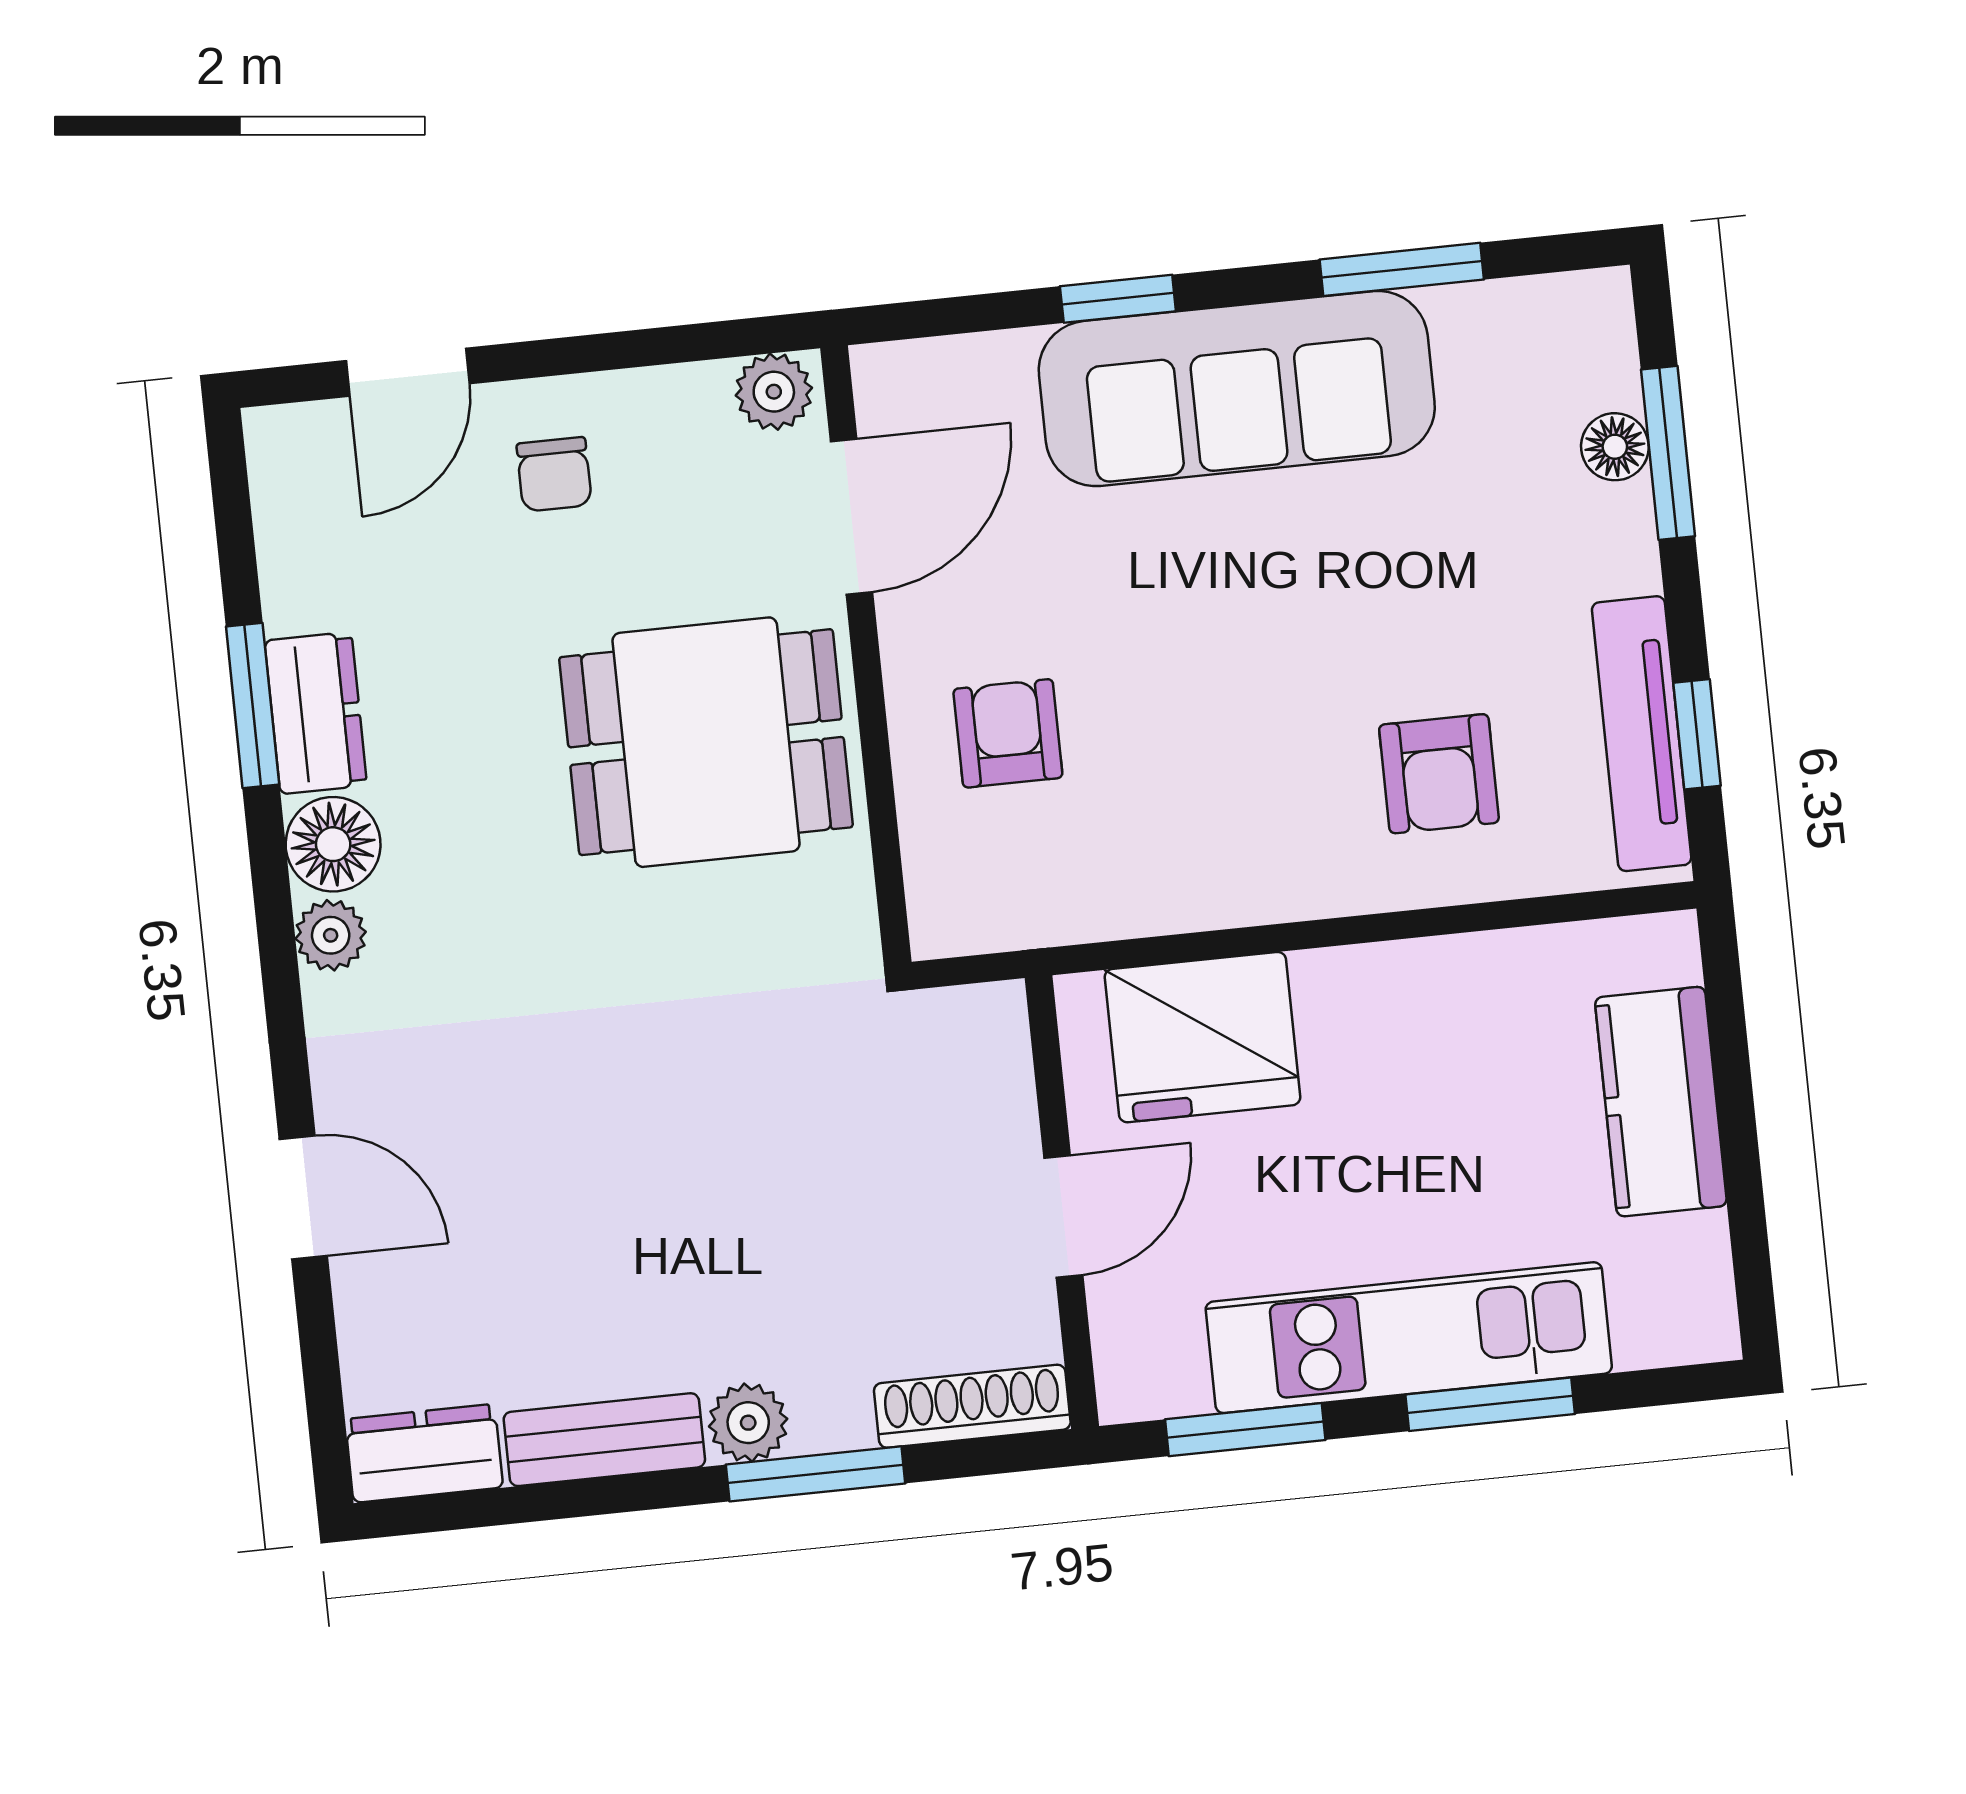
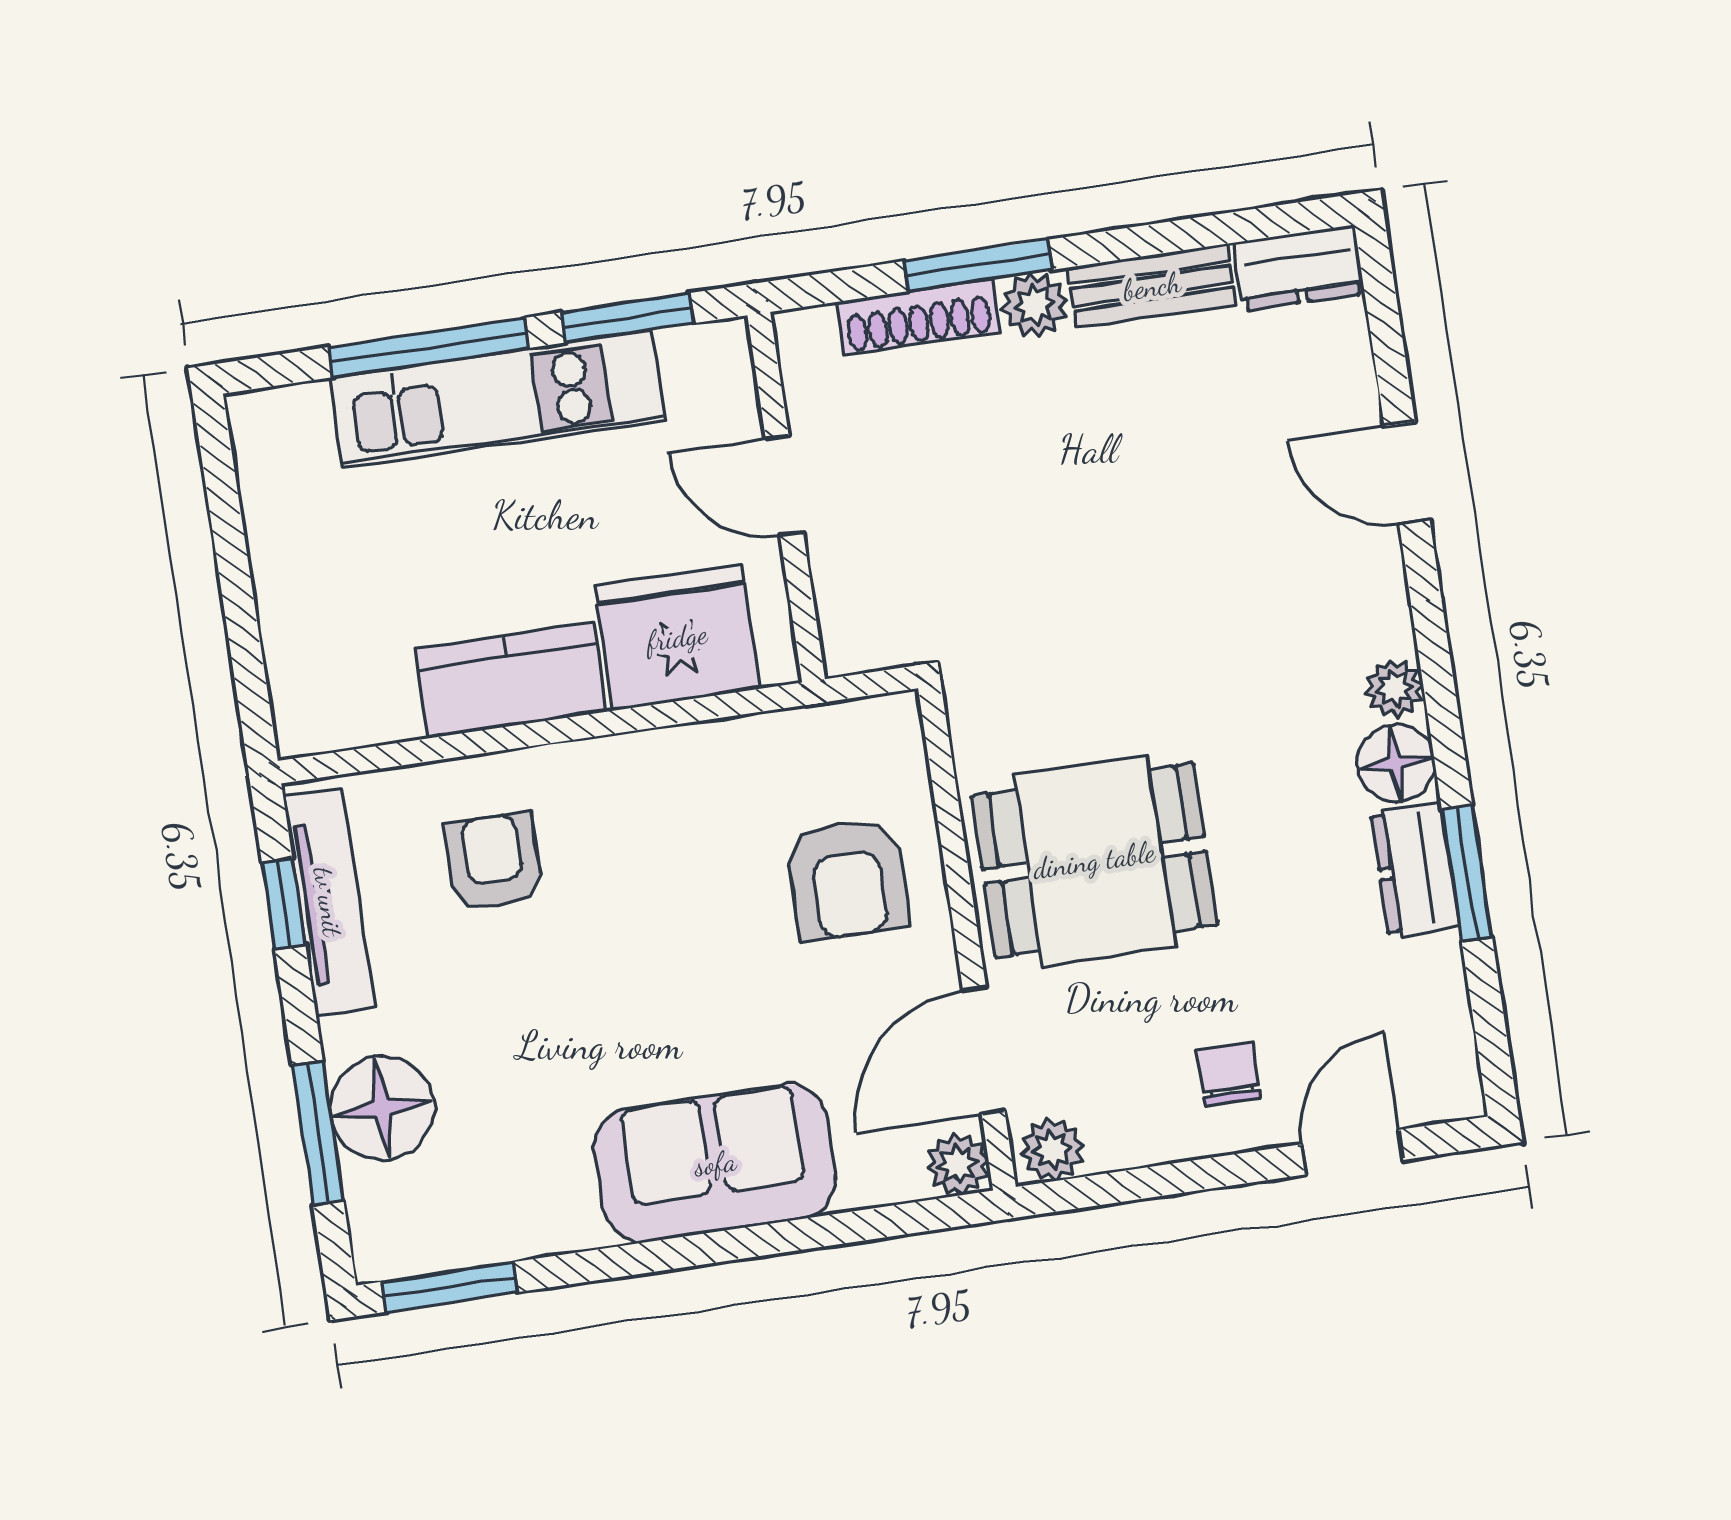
window: (1402, 269) -> (450, 1287), moved
window: (1118, 299) -> (774, 1239), removed
plant: (889, 379) -> (958, 1164), added
sofa: (1237, 389) -> (715, 1163), width x0.73
floor lamp: (1615, 447) -> (382, 1108), width x1.89, depth x1.89
armchair: (1008, 733) -> (848, 879), width x1.38, depth x1.38
kitchen counter: (1661, 1102) -> (511, 680), moved, turned -90
door: (1063, 1216) -> (784, 486), hinge flipped
window: (1490, 1404) -> (428, 348), width x1.44
shoe rack: (972, 1406) -> (918, 317), moved

